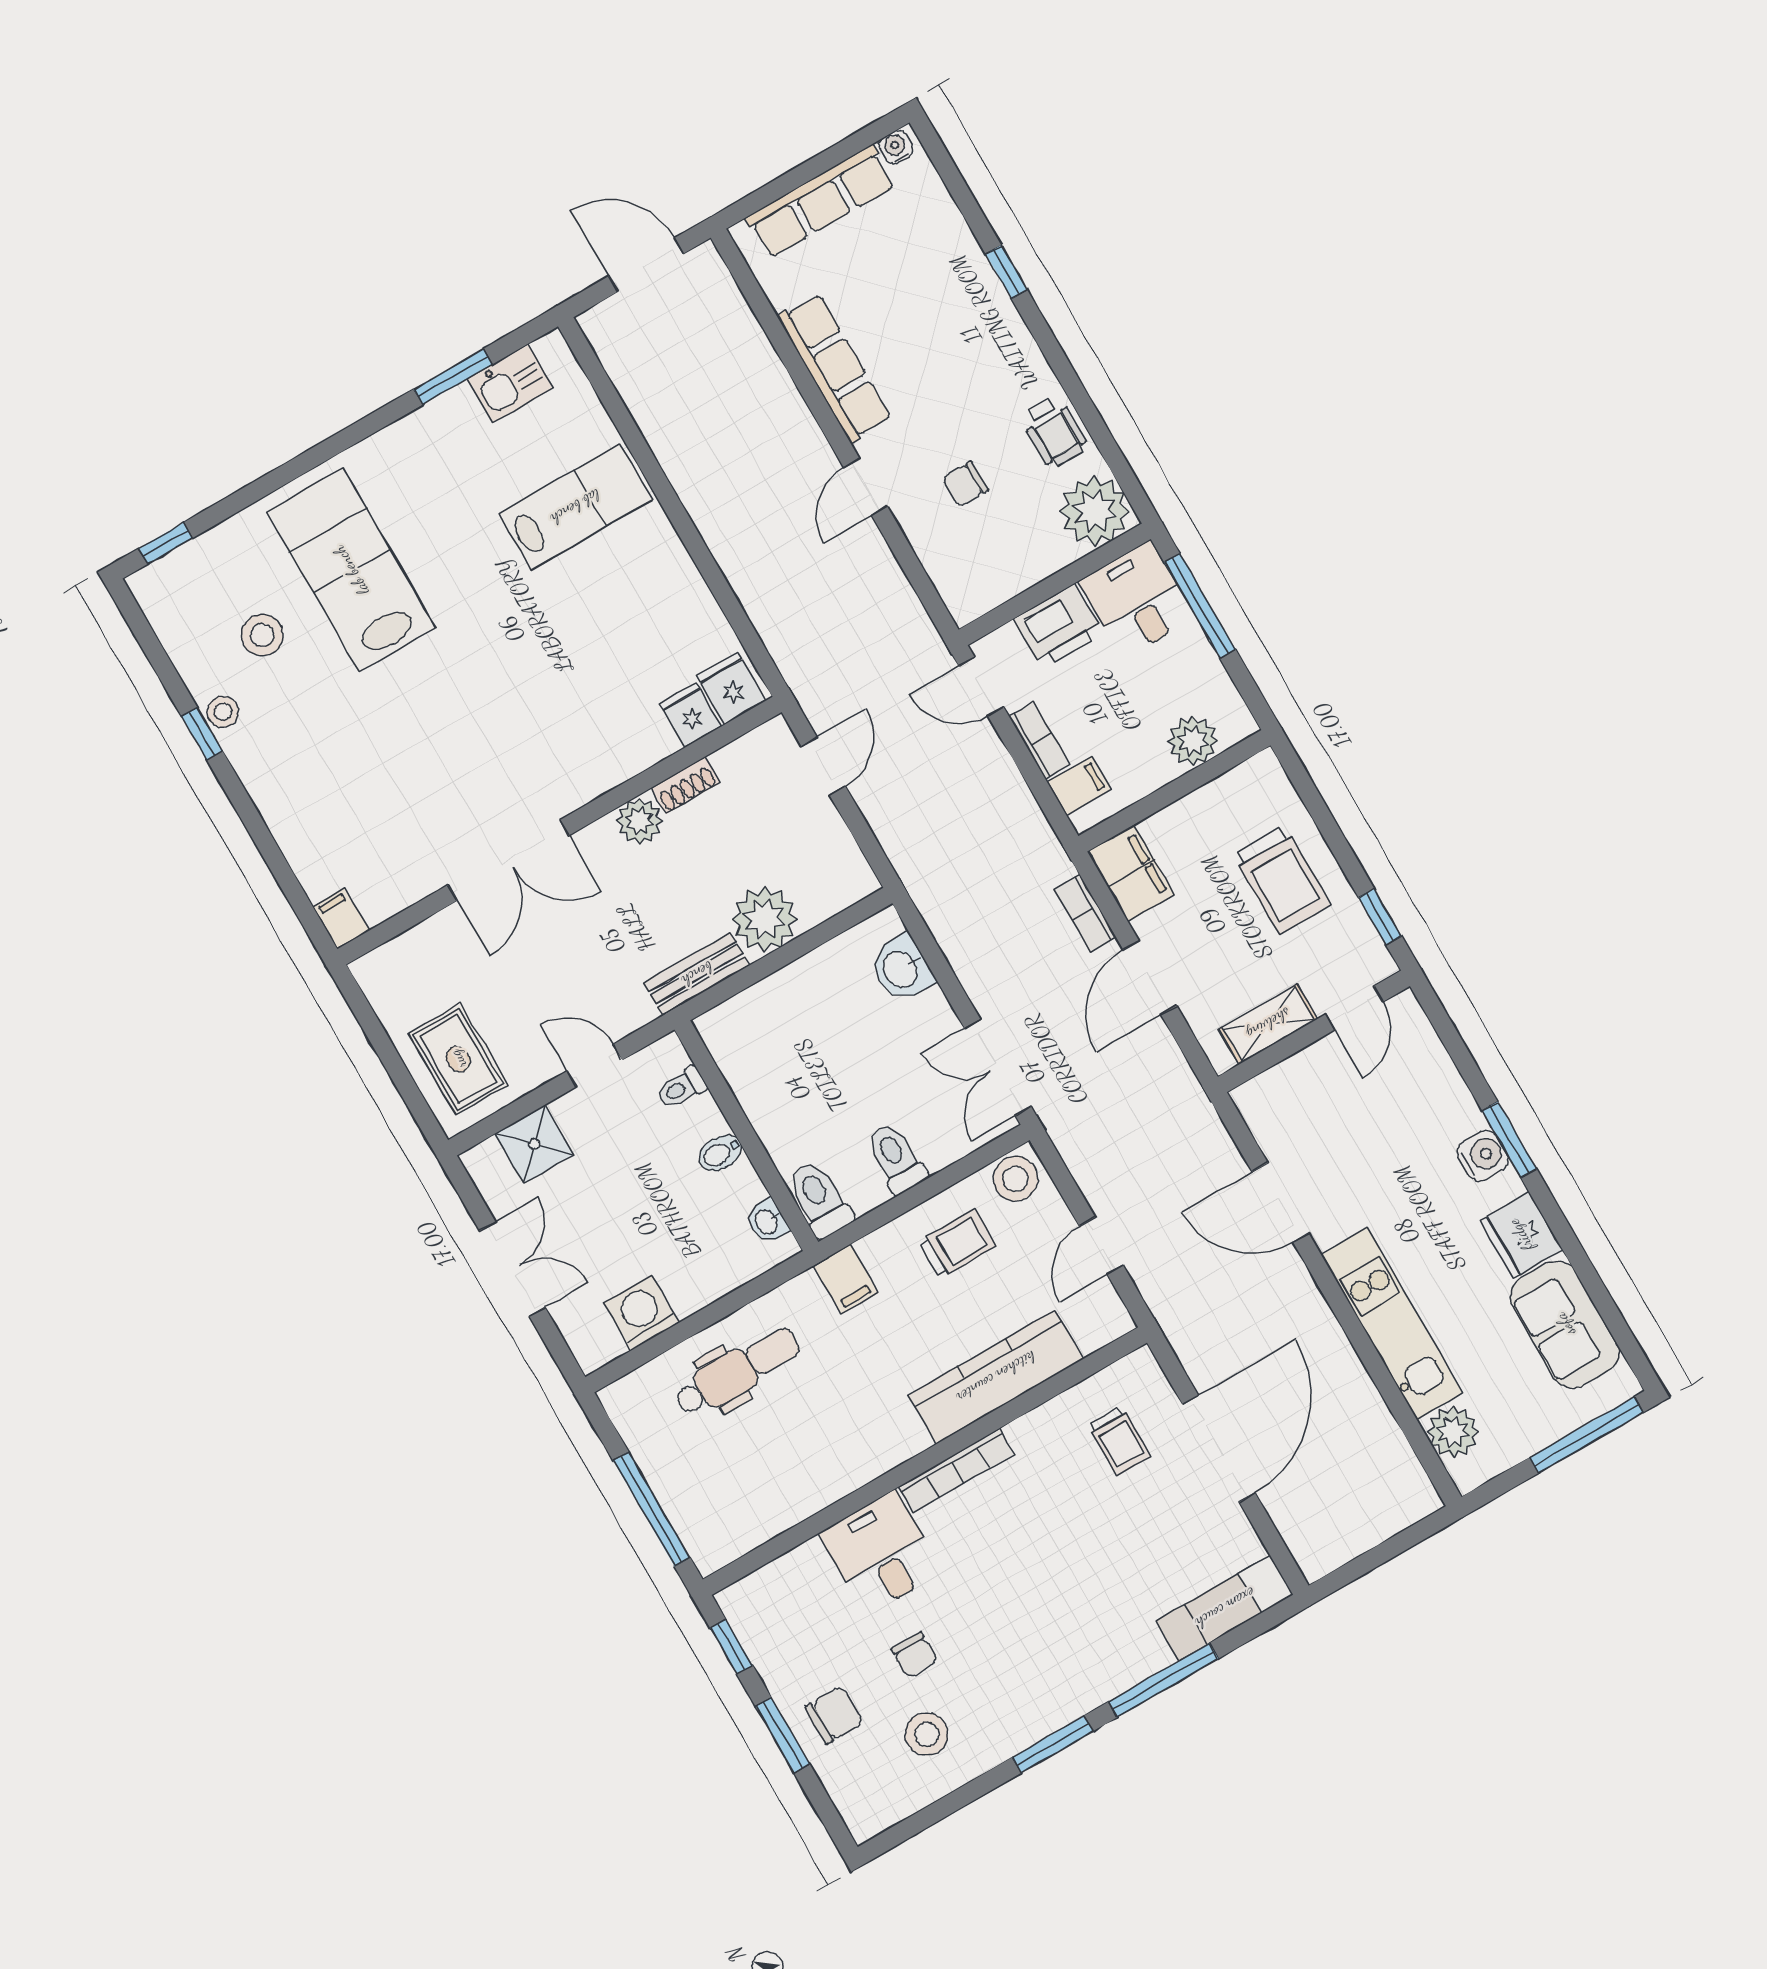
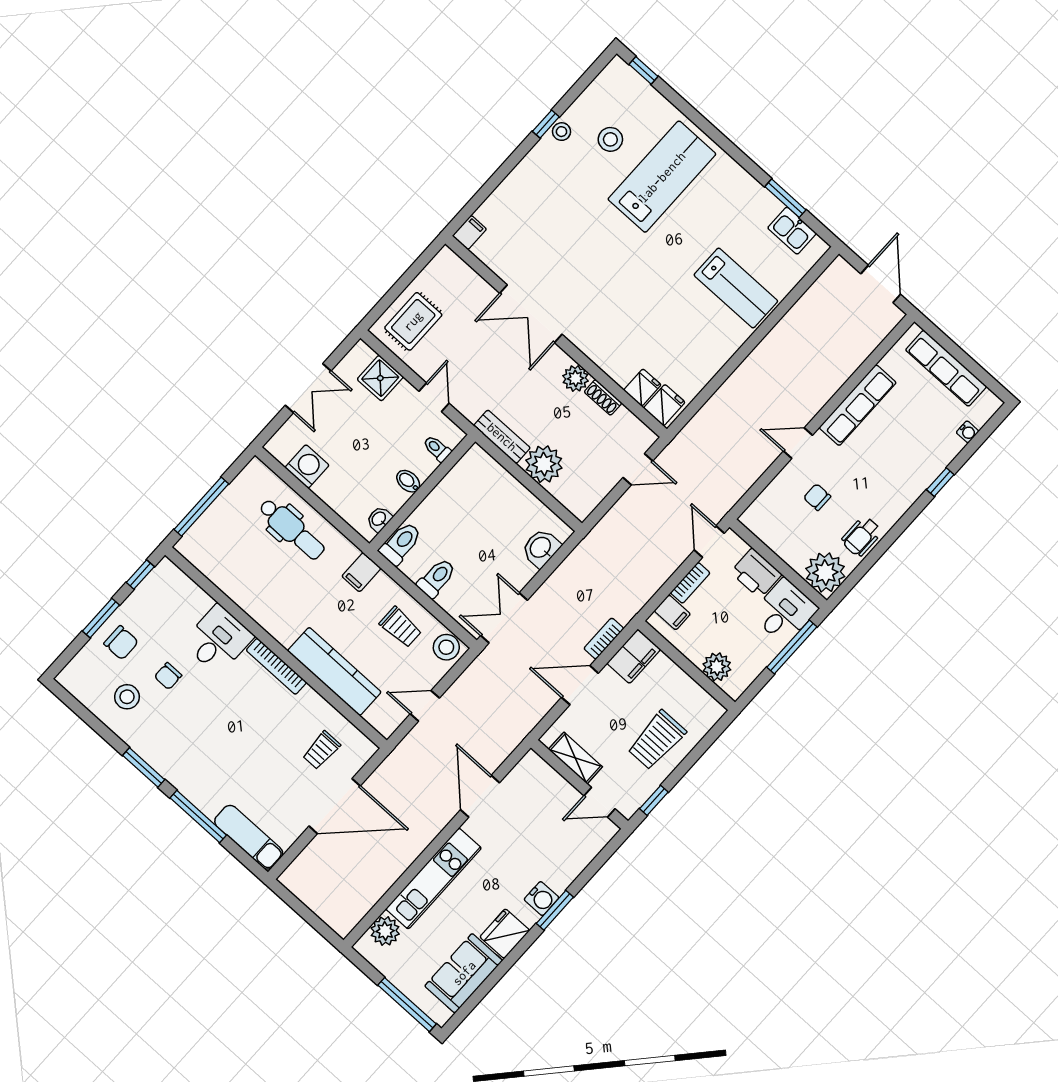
water cooler: (896, 147) -> (968, 432), moved, turned 90

